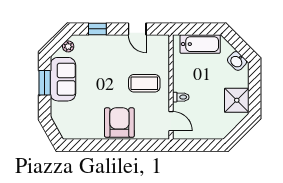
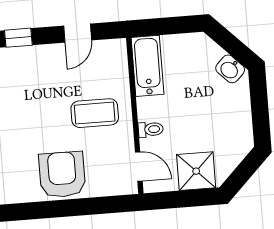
door: (137, 29) -> (78, 33), hinge flipped
bathtub: (200, 44) -> (148, 66), moved, turned -90
shower: (237, 100) -> (196, 171), moved

